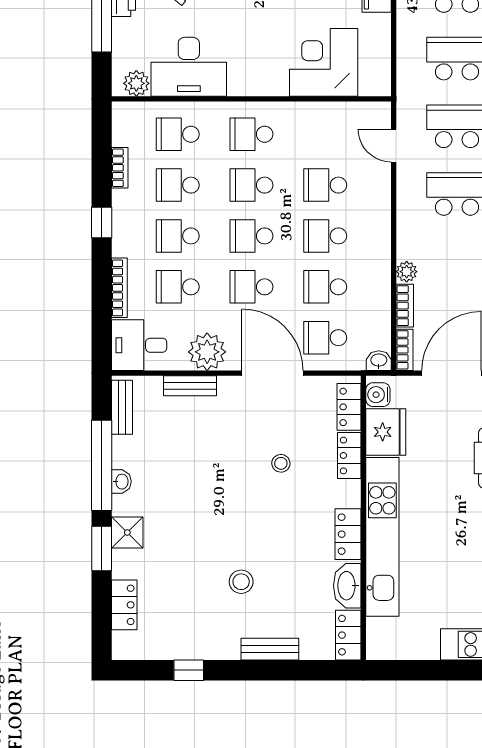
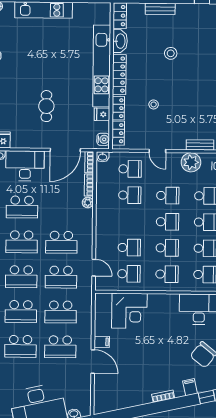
school desk: (325, 236) -> (129, 274), moved
door: (272, 373) -> (157, 151), width x0.53
fridge: (386, 432) -> (102, 114), width x0.53, depth x0.75
locker: (348, 534) -> (119, 75), width x1.53
stool: (241, 582) -> (171, 53), moved

